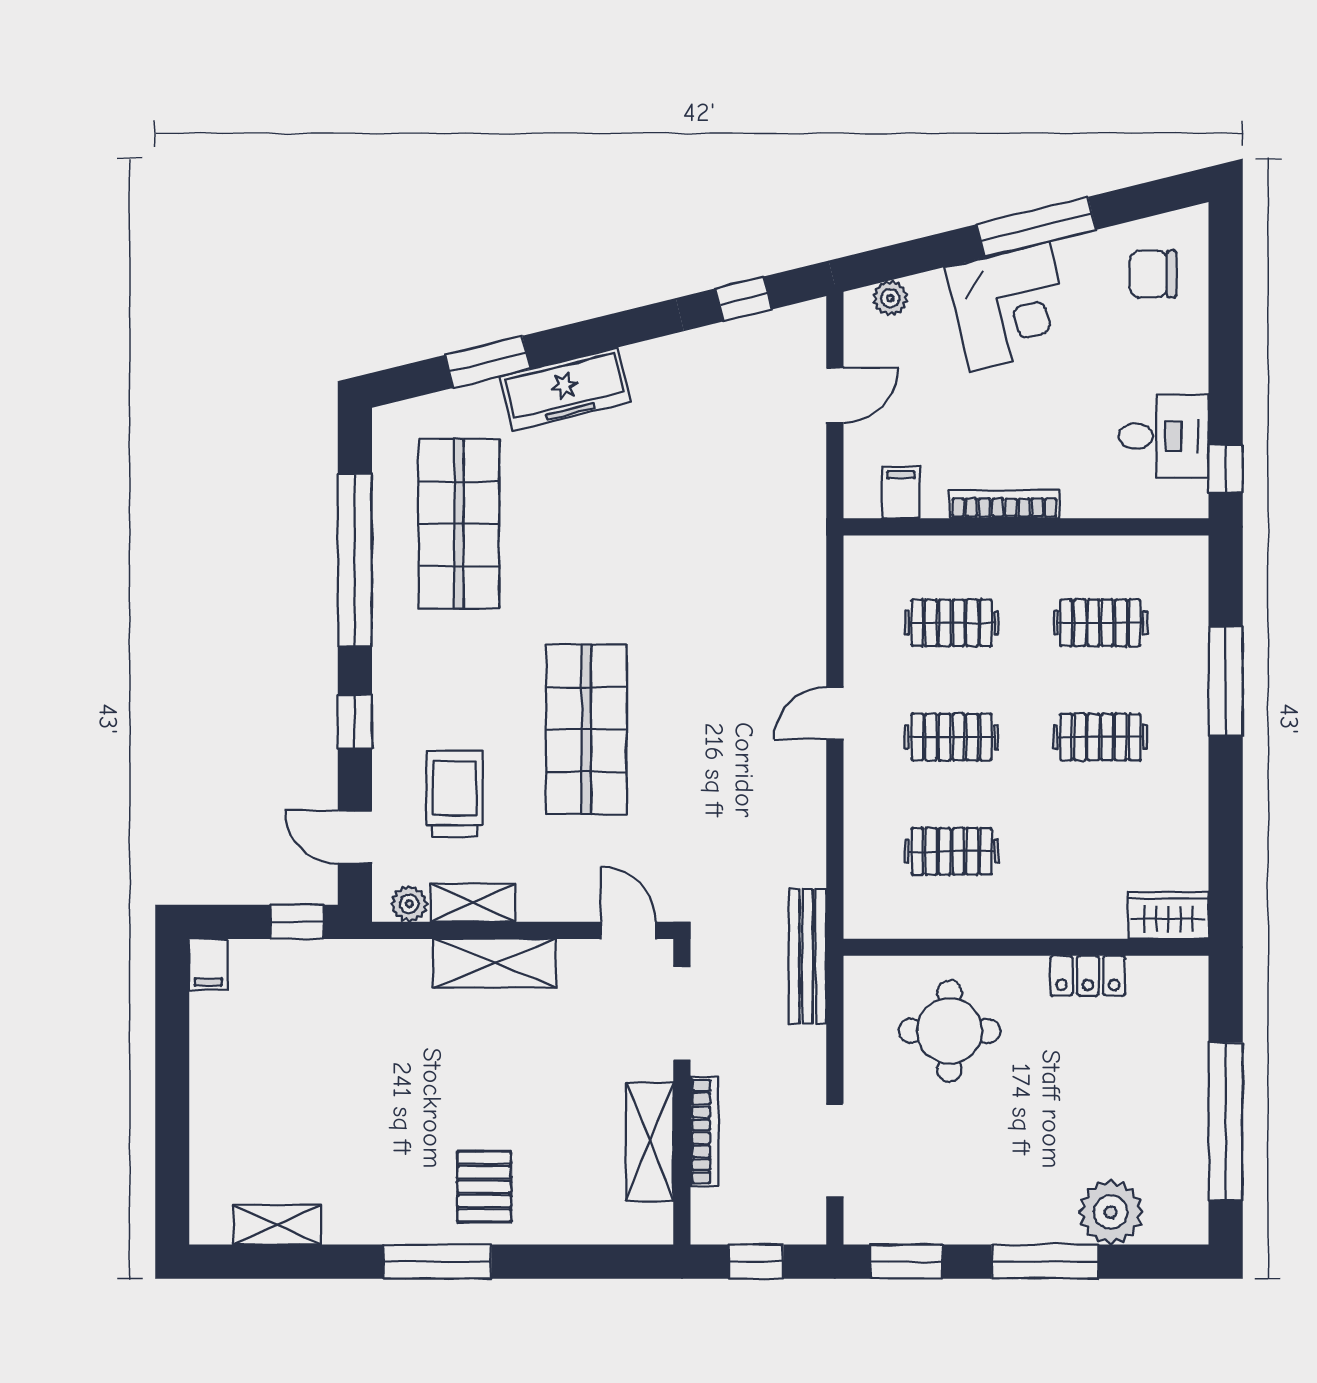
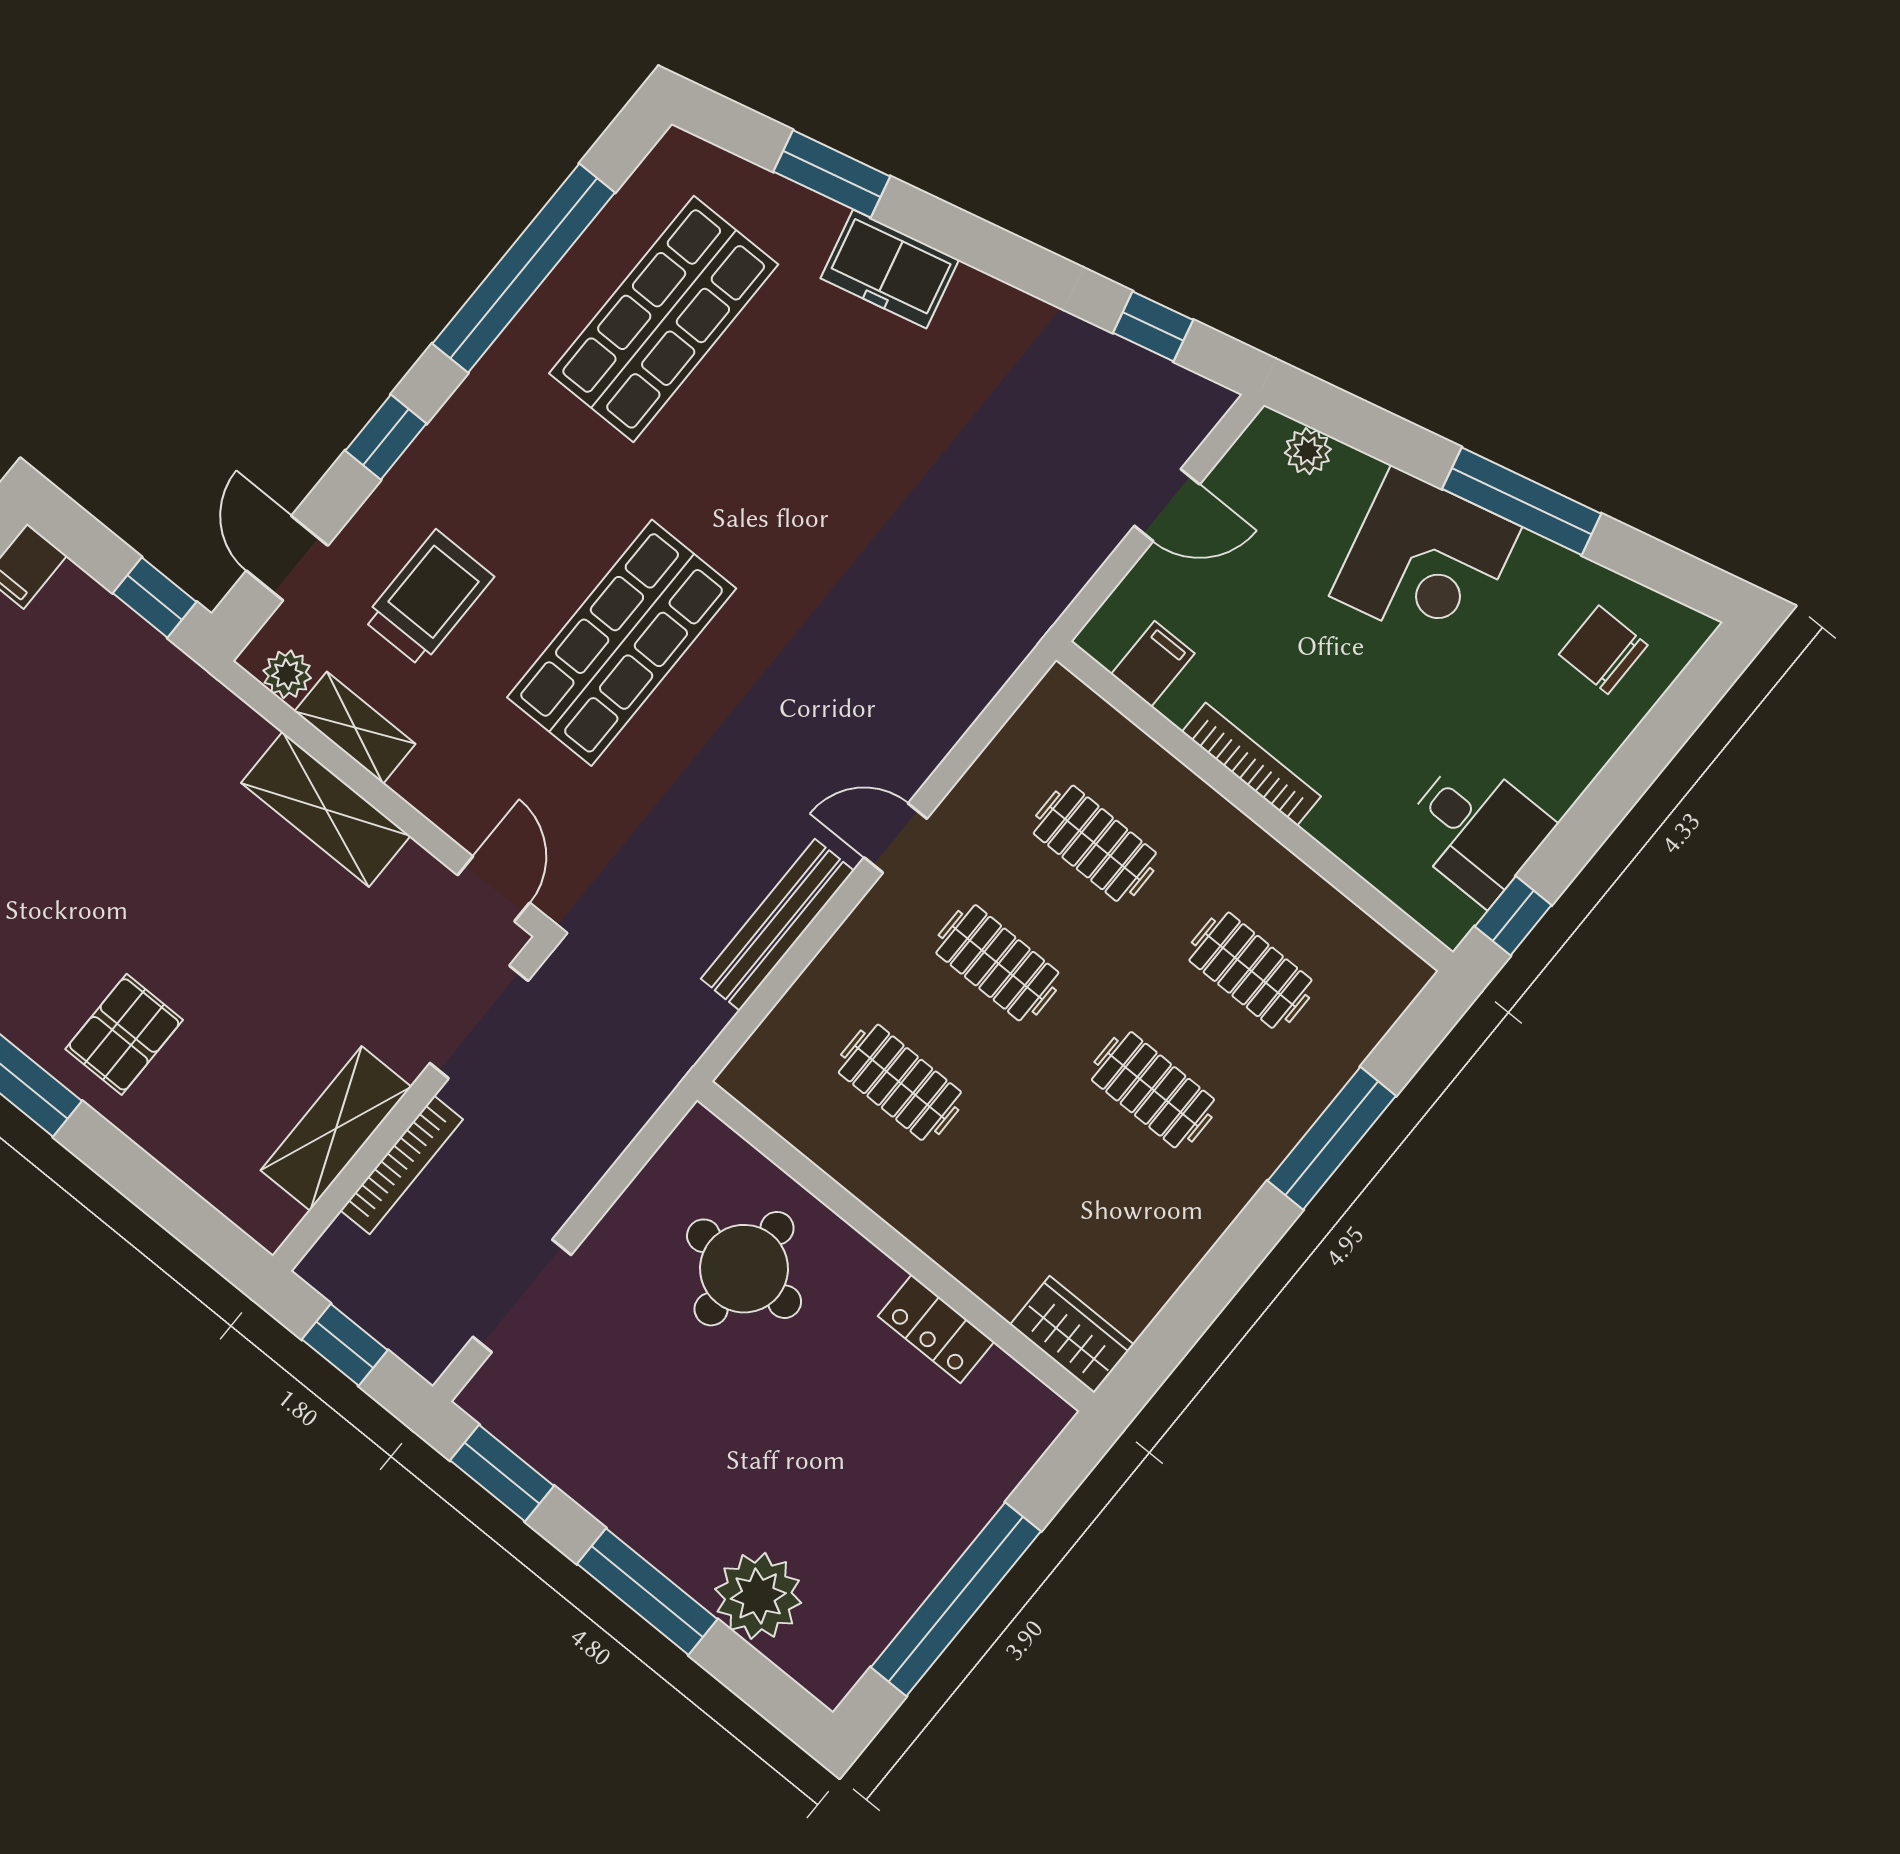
freezer: (565, 389) -> (890, 269), width x0.71
bench: (808, 956) -> (777, 925), moved

